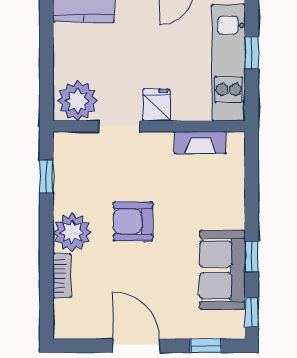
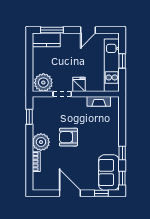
sofa: (222, 270) -> (109, 172), moved

